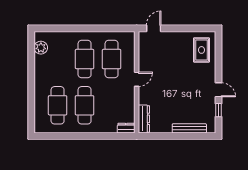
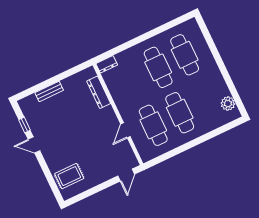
rug: (201, 50) -> (69, 176), turned 90
door: (137, 79) -> (125, 130), moved
dresser: (144, 119) -> (99, 92), moved
bench: (189, 128) -> (49, 91), width x0.73

